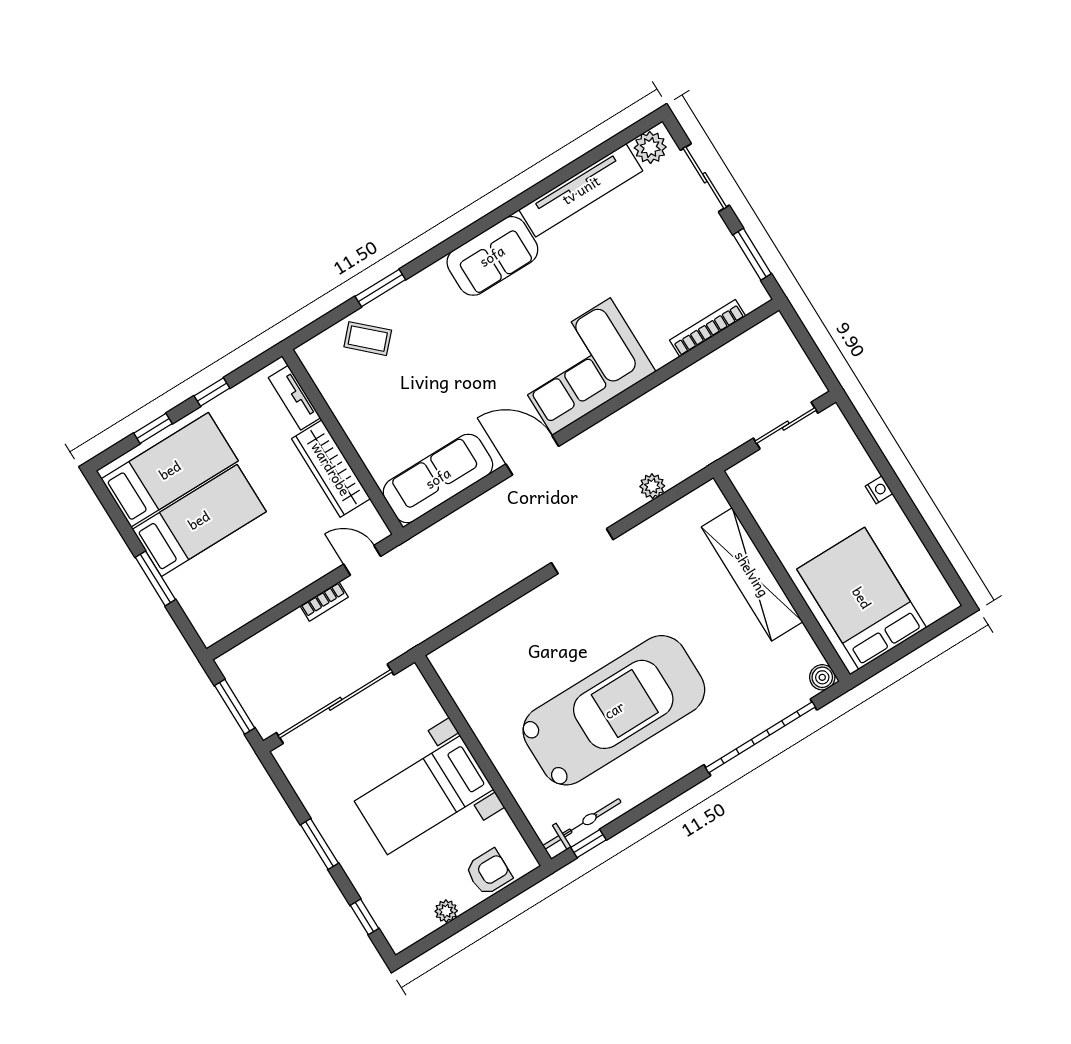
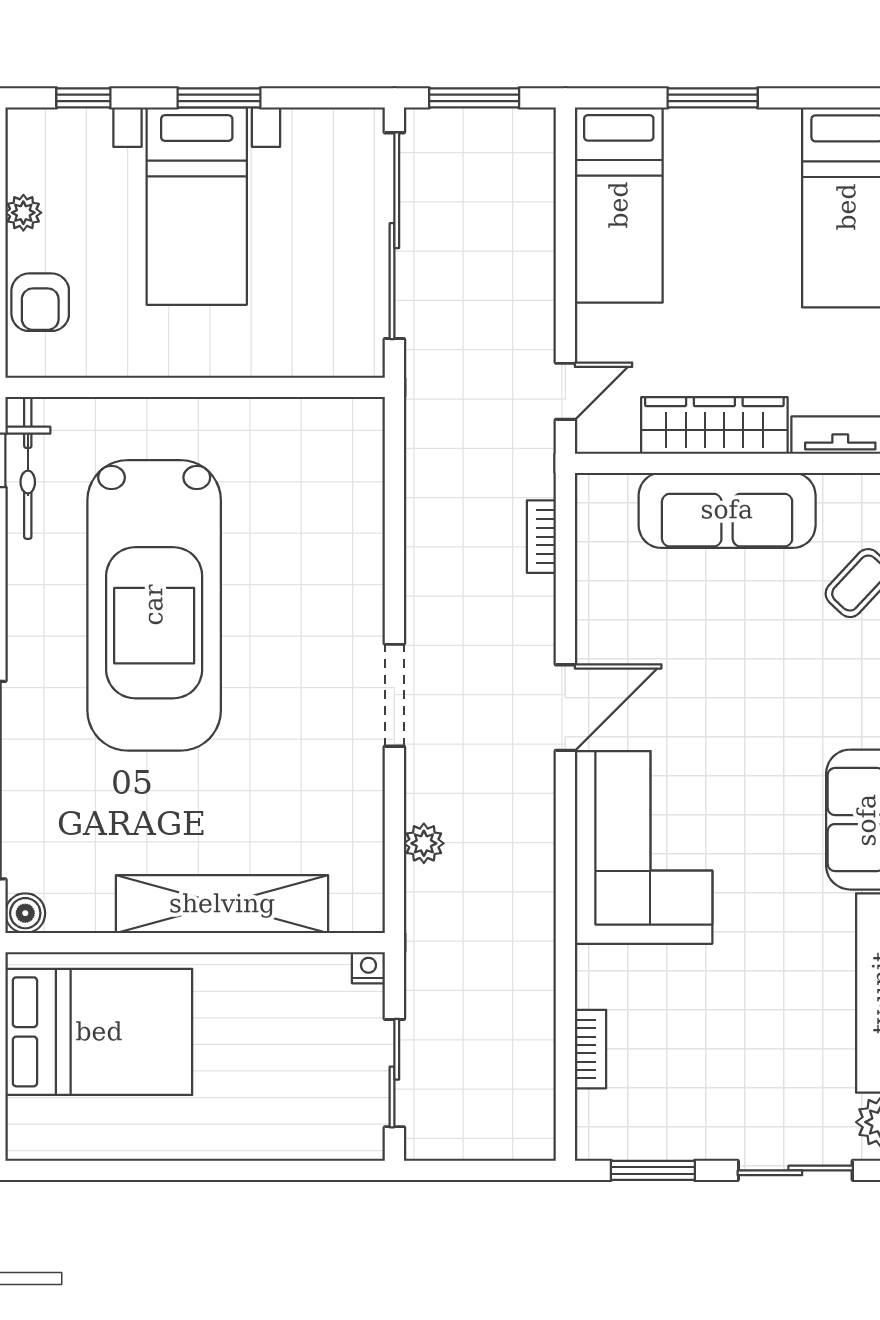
bookcase: (708, 328) -> (591, 1049), width x0.64
sofa: (438, 478) -> (727, 510), moved, turned 90
nightstand: (879, 490) -> (368, 968), moved, turned 180
bed: (199, 520) -> (619, 205), moved
bookcase: (324, 601) -> (541, 537), moved
bed with nightstands: (424, 795) -> (197, 206), moved, turned 180

